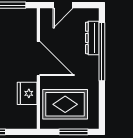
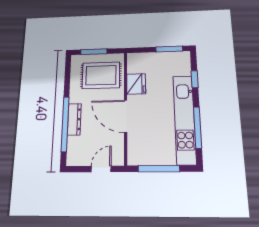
dresser: (92, 38) -> (74, 119), moved

